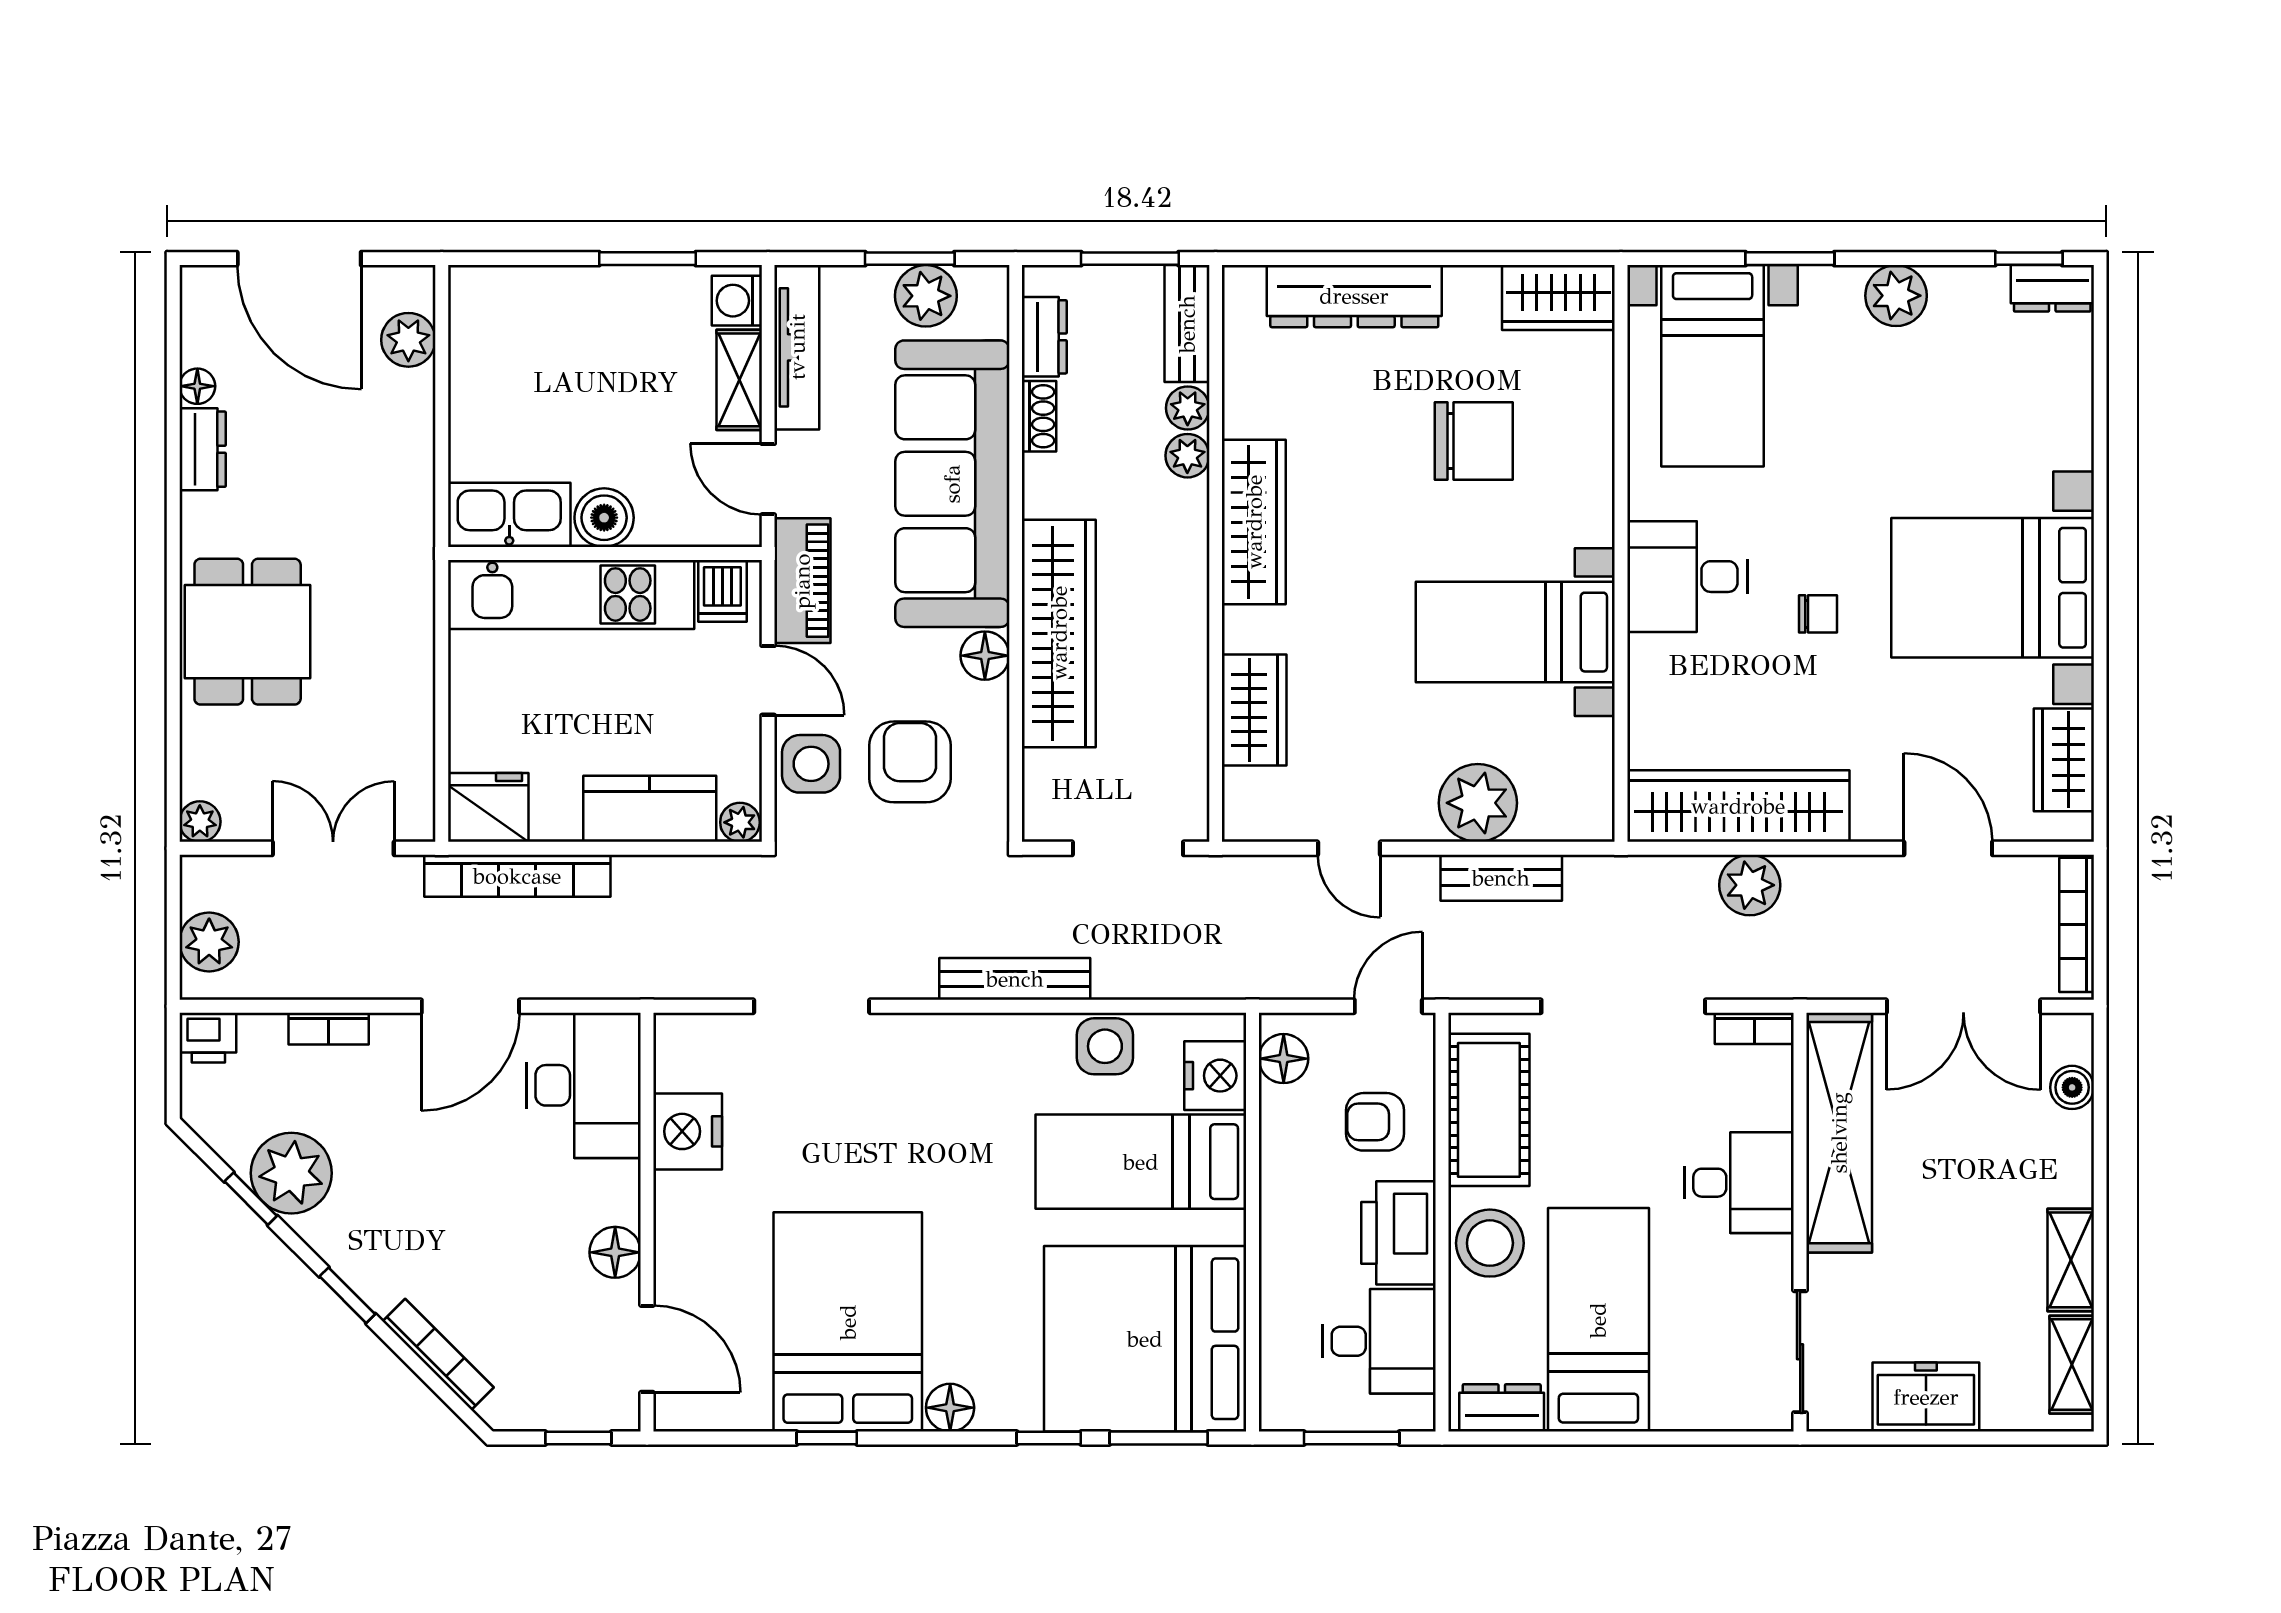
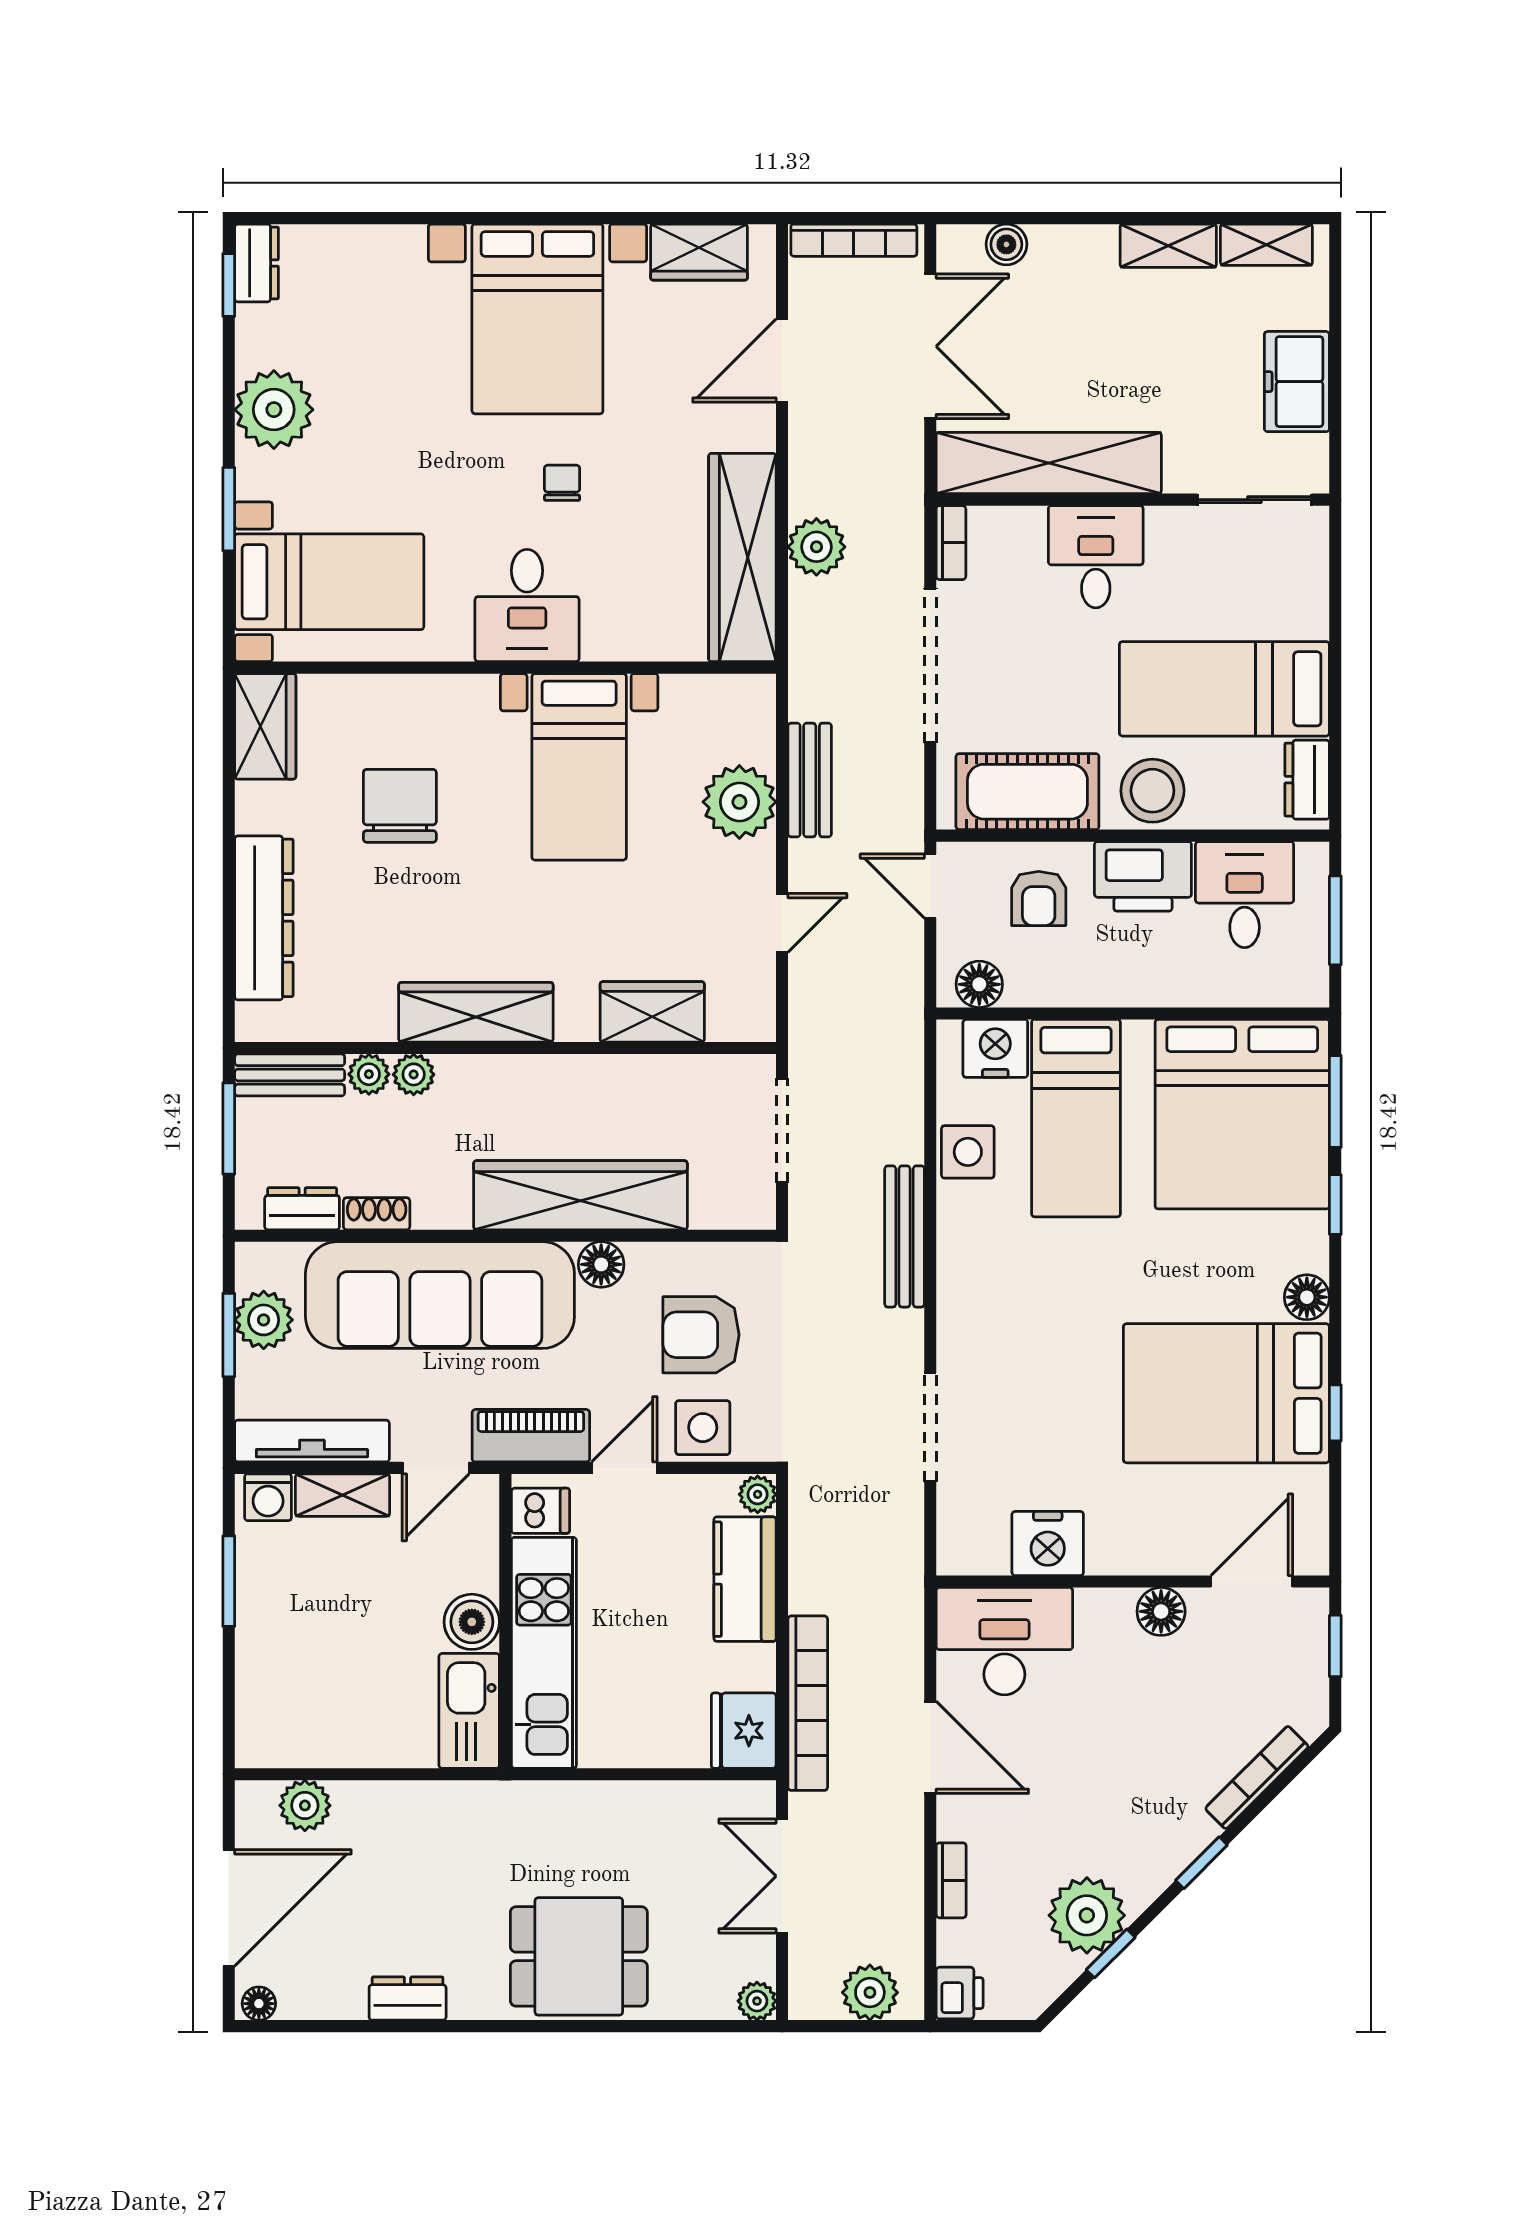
plant: (1896, 296) -> (274, 410), width x1.36, depth x1.36
floor lamp: (197, 386) -> (259, 2004), moved

